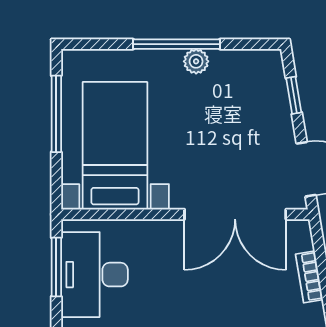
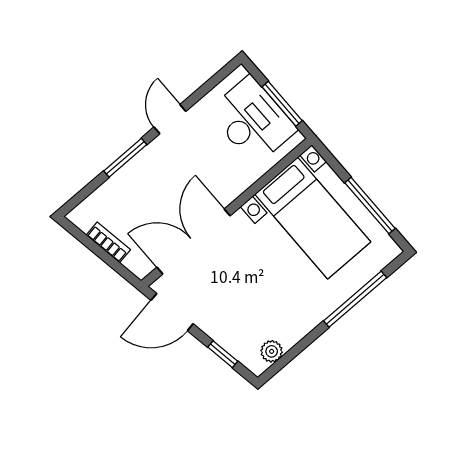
window: (176, 44) -> (355, 299), moved
plant: (196, 61) -> (272, 351), moved

